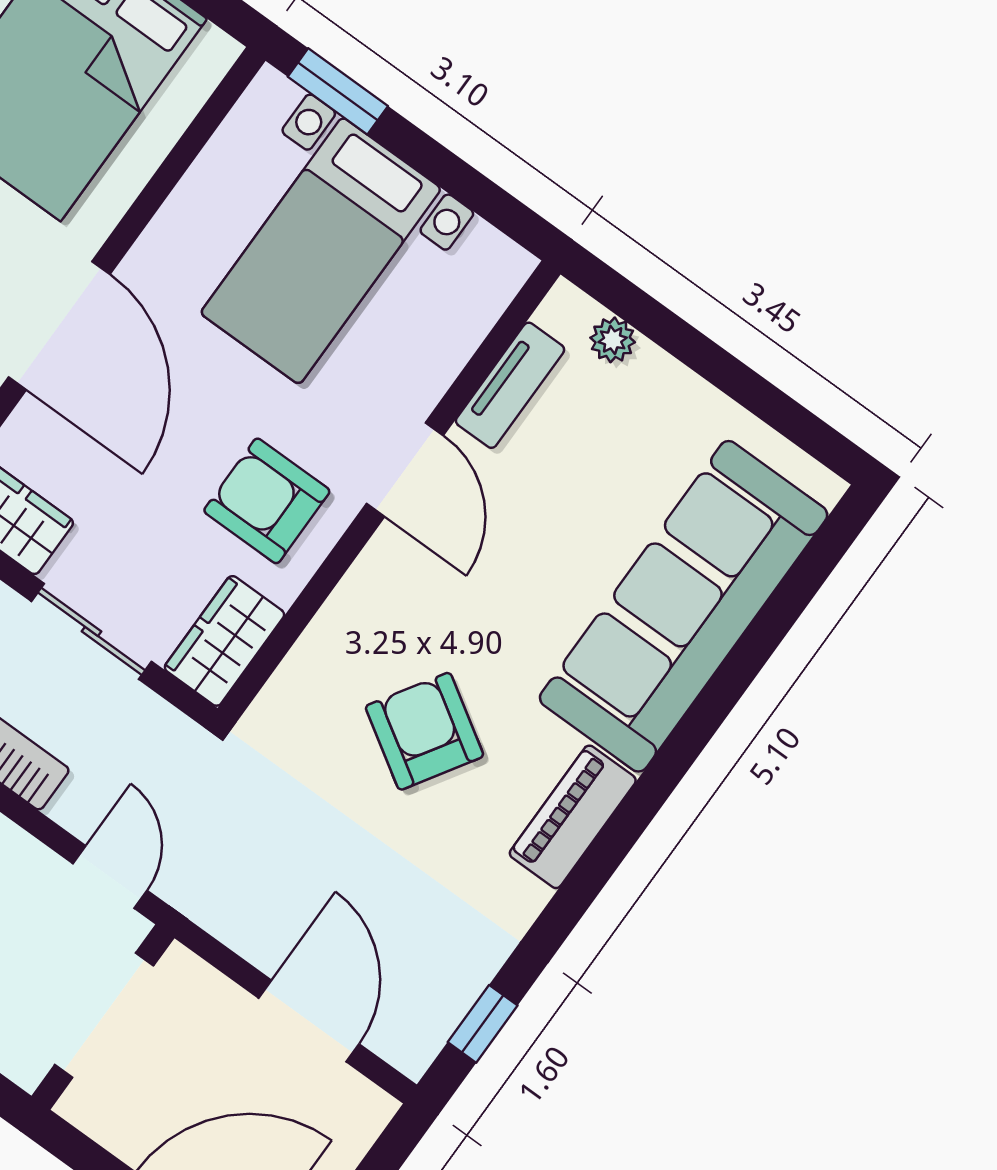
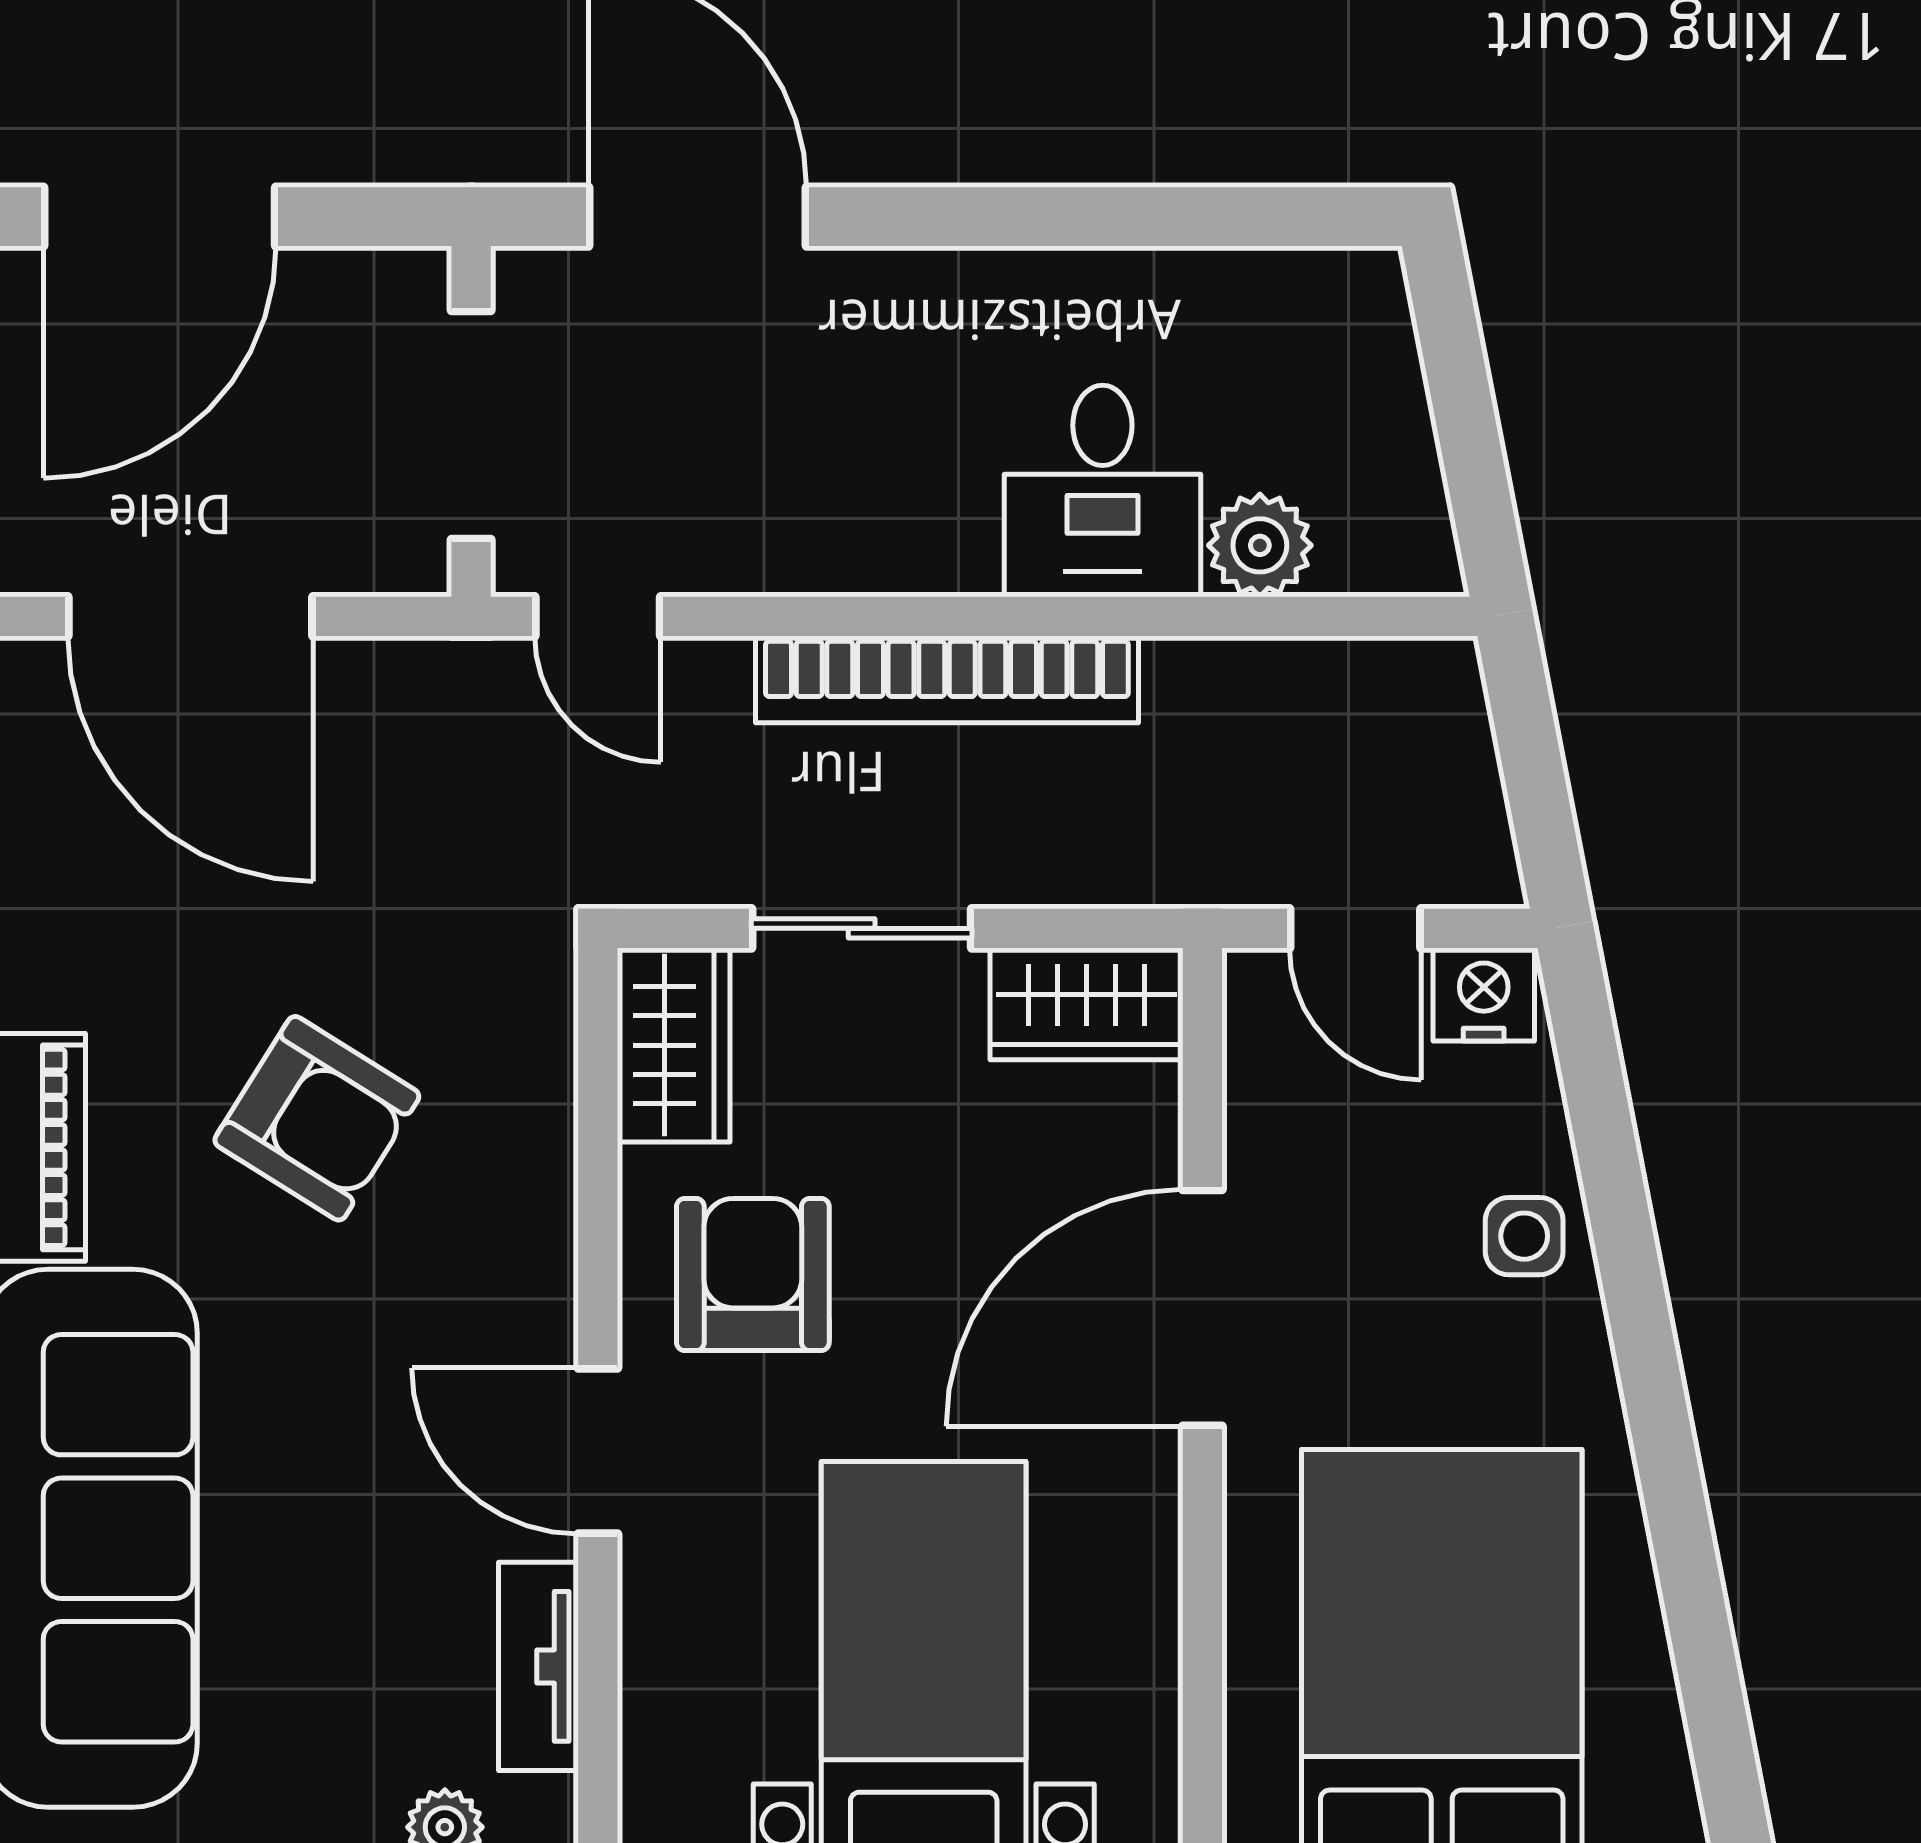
door: (59, 326) -> (1202, 1308), hinge flipped
armchair: (267, 501) -> (753, 1274), turned -90
door: (309, 1021) -> (190, 616), width x1.36

